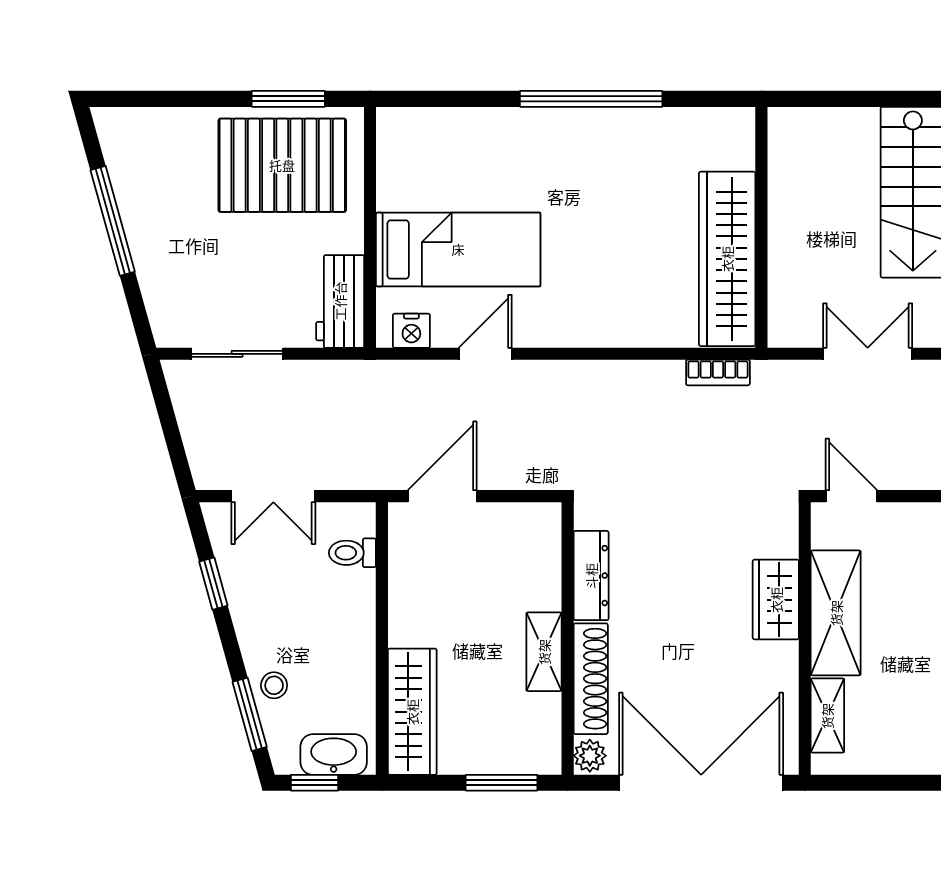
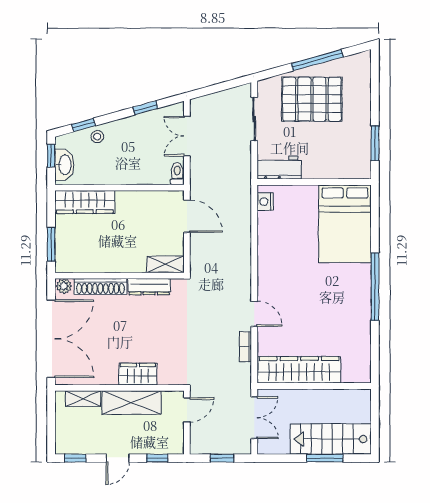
pallet: (282, 165) -> (312, 99), moved, turned 90
wall: (761, 227) -> (314, 386), moved
bed: (458, 249) -> (345, 224), moved, width x1.50
wardrobe: (727, 259) -> (299, 370), moved
door: (485, 354) -> (254, 314), moved
toilet: (352, 553) -> (177, 174), moved
shelving: (544, 652) -> (165, 264), moved
window: (250, 714) -> (83, 125), width x0.67

